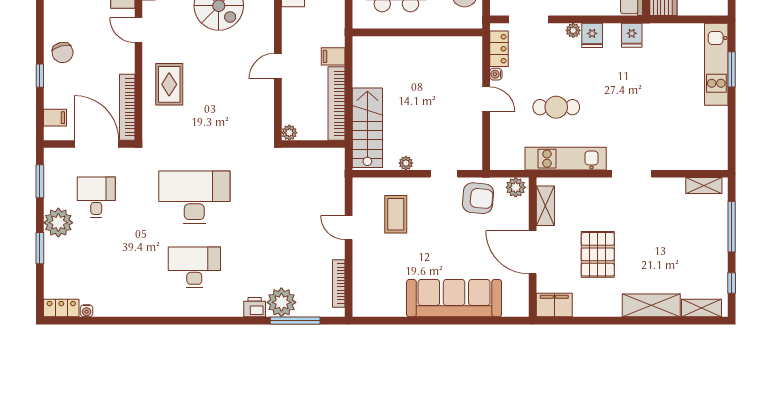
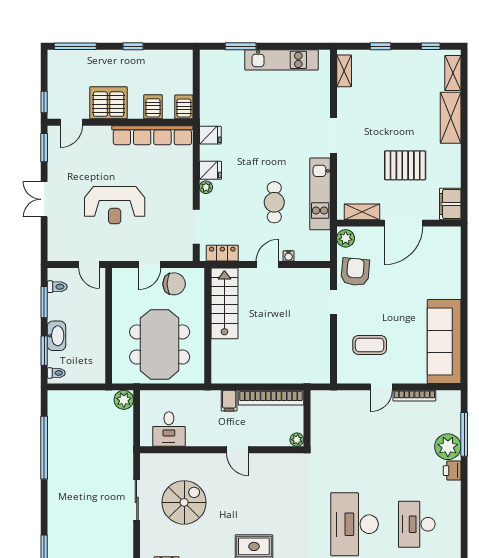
kitchen unit: (716, 64) -> (281, 60), moved
water cooler: (496, 74) -> (289, 256), moved
stairs: (367, 128) -> (224, 303), moved, turned 90
plant: (406, 163) -> (324, 336), removed
window: (732, 227) -> (381, 46), width x0.46
bookcase: (339, 284) -> (414, 396), moved
sofa: (454, 298) -> (444, 342), moved

